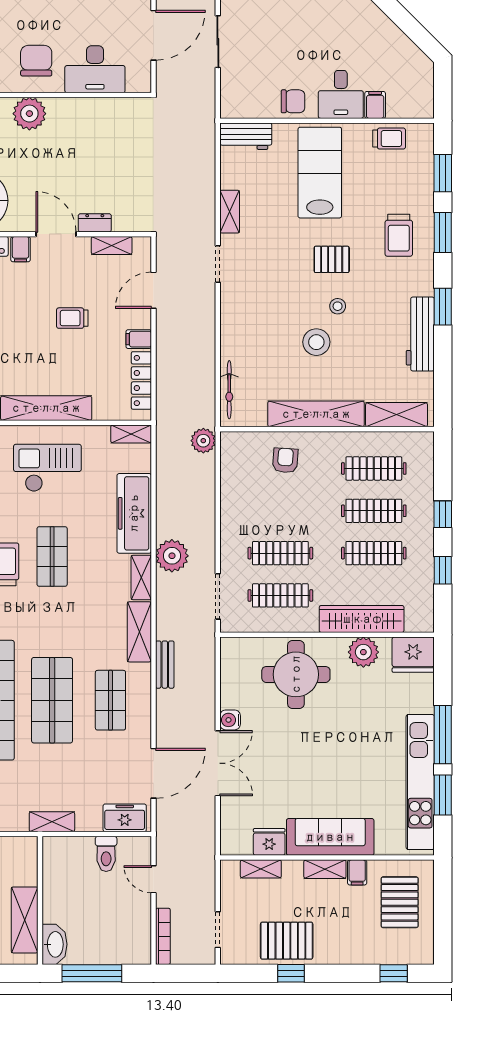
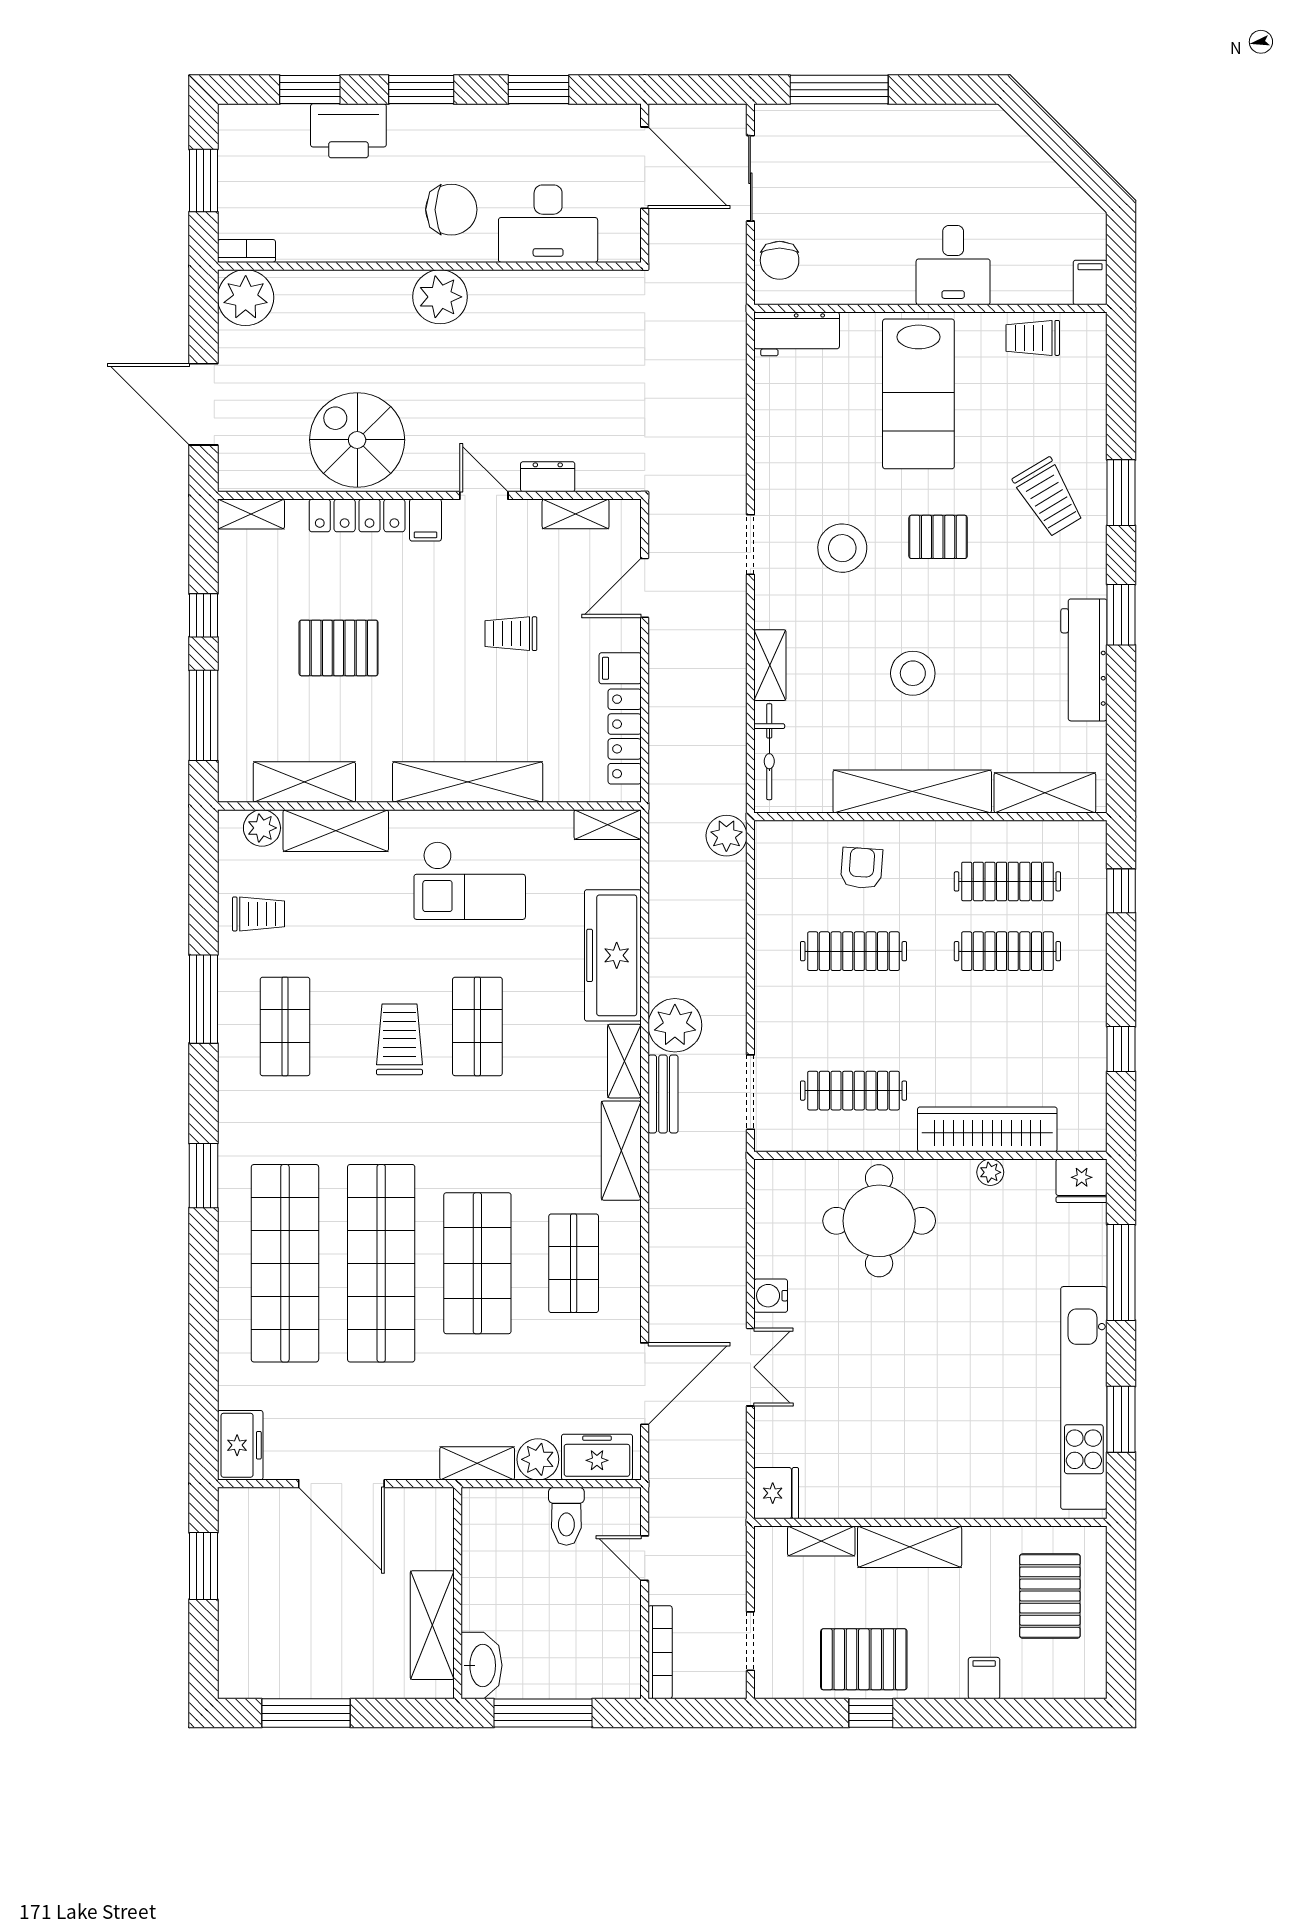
door: (154, 35) -> (645, 168), hinge flipped
chair: (36, 61) -> (451, 210), turned 90
chair: (293, 101) -> (780, 260), moved, turned 90
filing cabinet: (375, 105) -> (1090, 282), moved
trolley: (389, 139) -> (1033, 338), turned 180
lab bench: (320, 173) -> (918, 394), turned 180
window: (443, 173) -> (1121, 395), removed
shelving: (230, 212) -> (770, 665), moved
door: (56, 234) -> (484, 495), width x0.73
trolley: (399, 235) -> (1049, 497), turned -31
stool: (338, 306) -> (842, 548), moved, width x1.89, depth x1.89
checkout: (47, 468) -> (470, 880), turned 180
window: (443, 514) -> (1121, 891), moved
clothes rail: (280, 553) -> (853, 951), moved
clothes rail: (374, 553) -> (1007, 1021), removed
plant: (363, 652) -> (990, 1172), width x0.53, depth x0.53
fridge: (413, 655) -> (1082, 1181), width x0.73, depth x0.75
bench: (165, 665) -> (663, 1094), moved
window: (443, 735) -> (1121, 1272), moved
double door: (218, 763) -> (750, 1367), width x0.73
plant: (89, 819) -> (538, 1459), added
sofa: (330, 837) -> (936, 1488), removed
fridge: (269, 842) -> (776, 1493), moved, turned 90
shelving: (325, 869) -> (910, 1547), width x1.50, depth x1.33
filing cabinet: (357, 872) -> (984, 1678), moved, turned 180
window: (394, 973) -> (1040, 1713), removed

